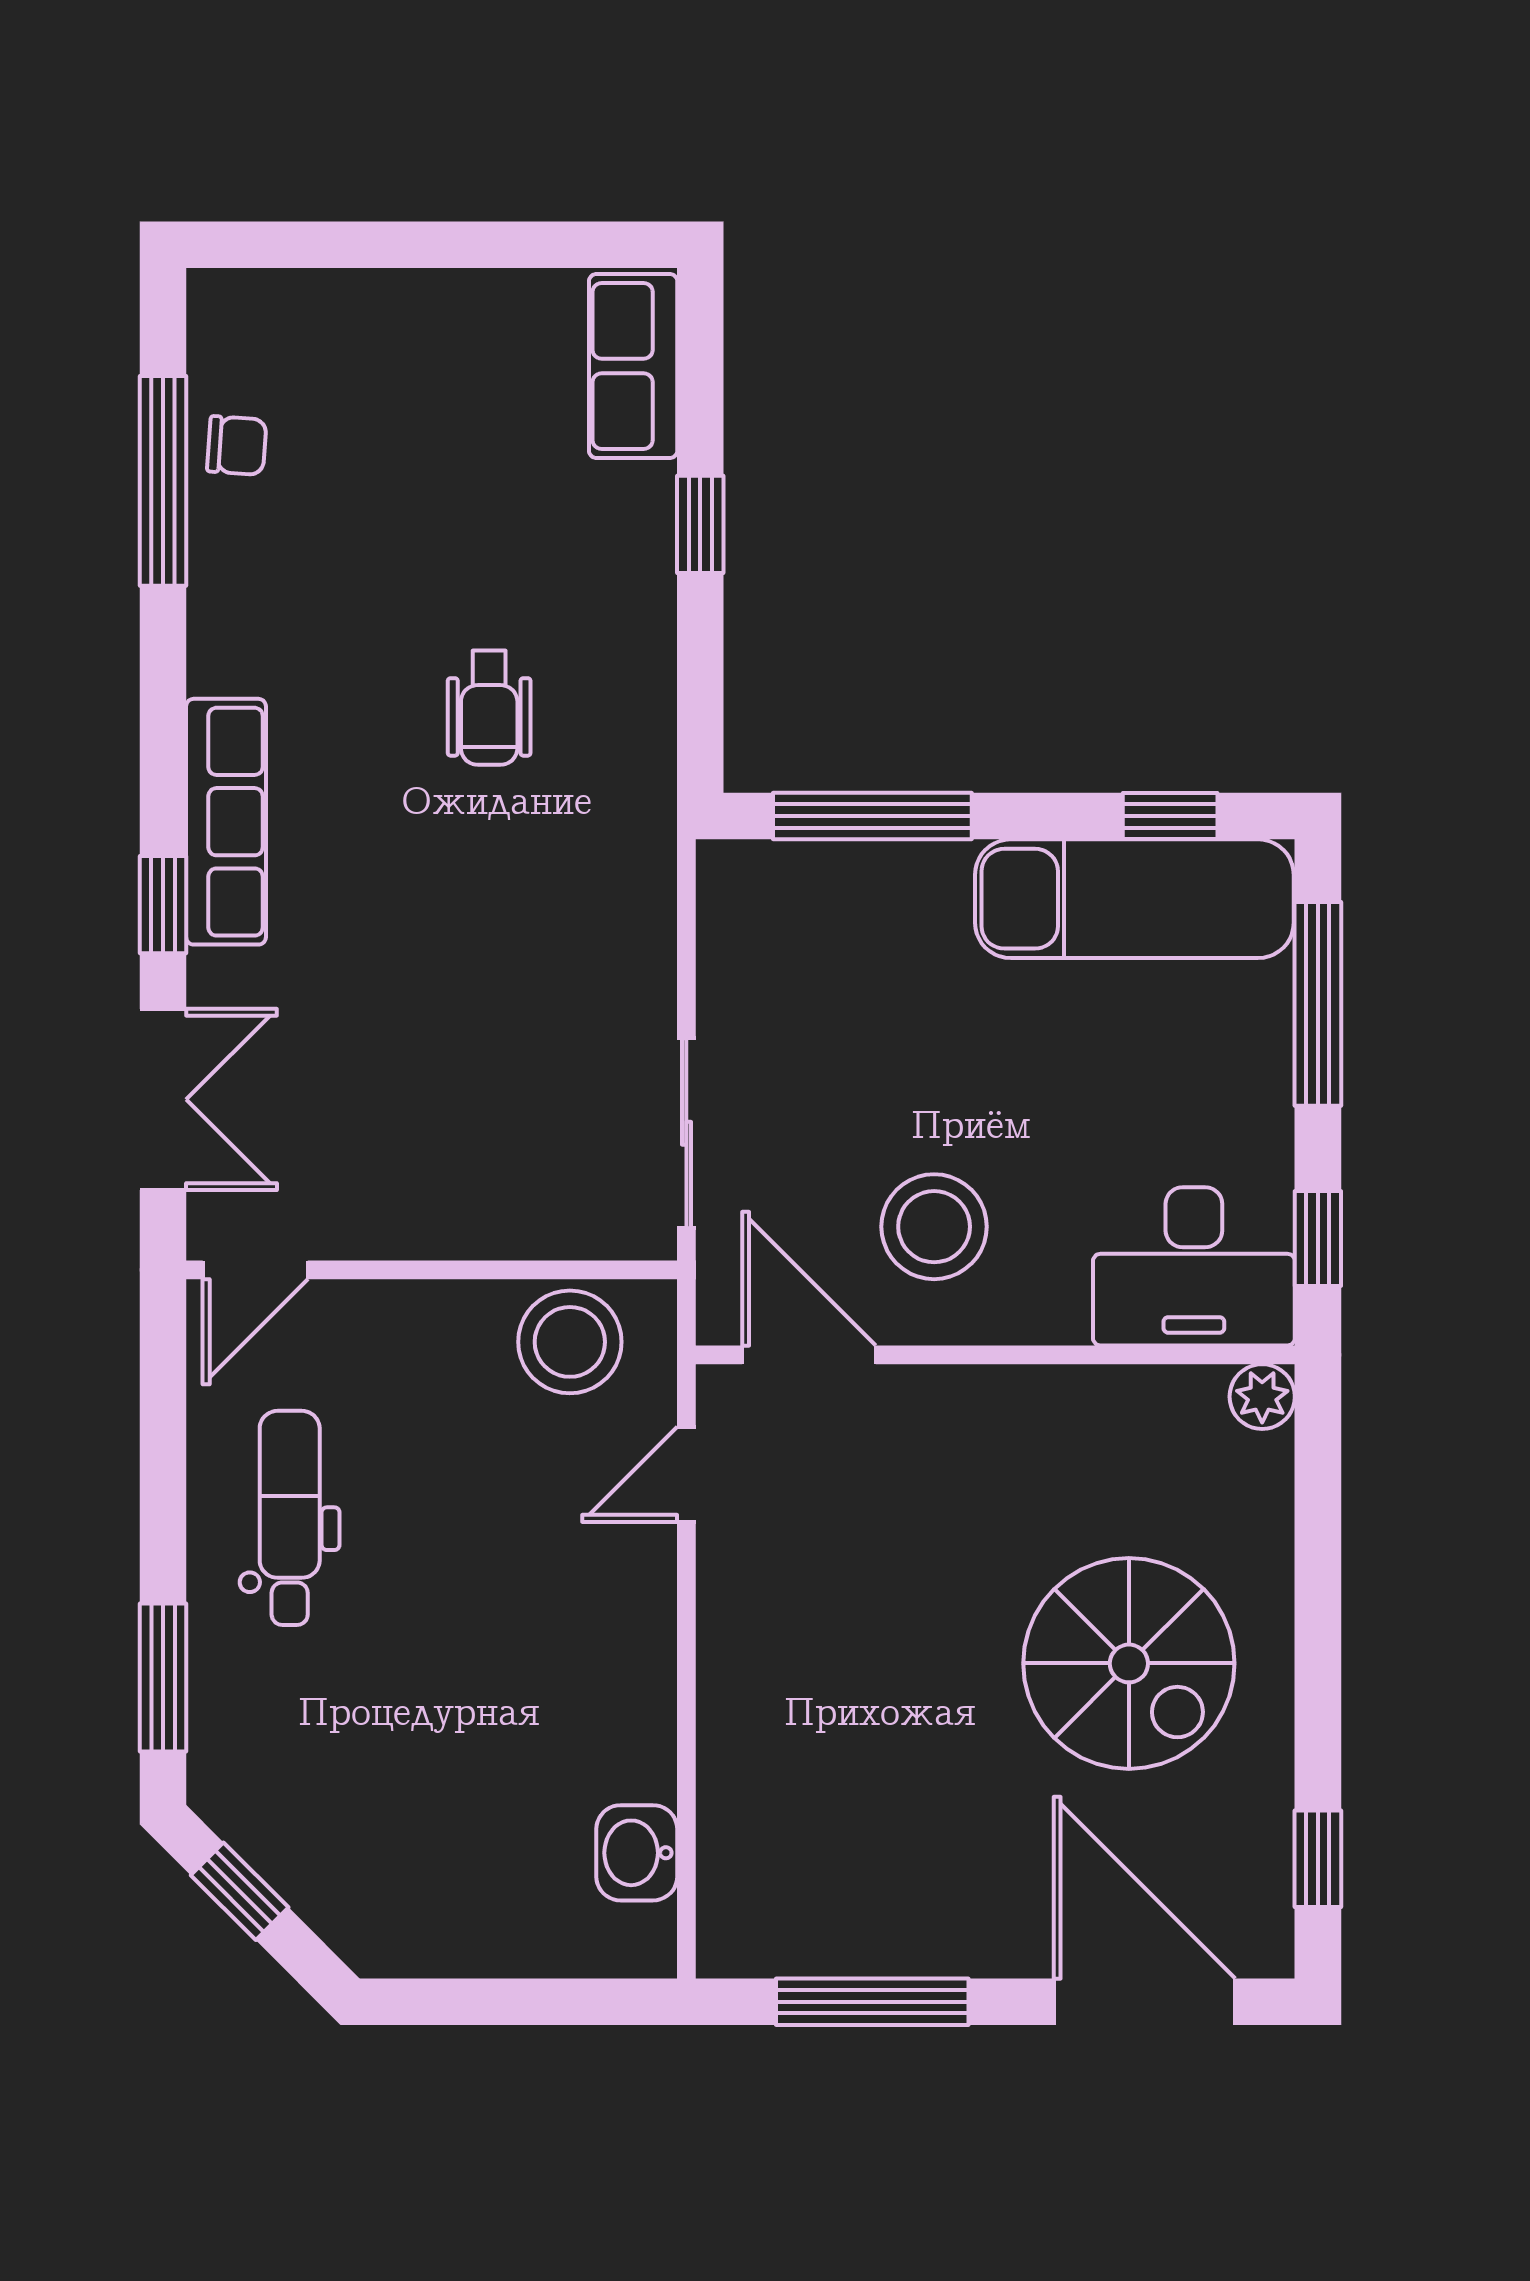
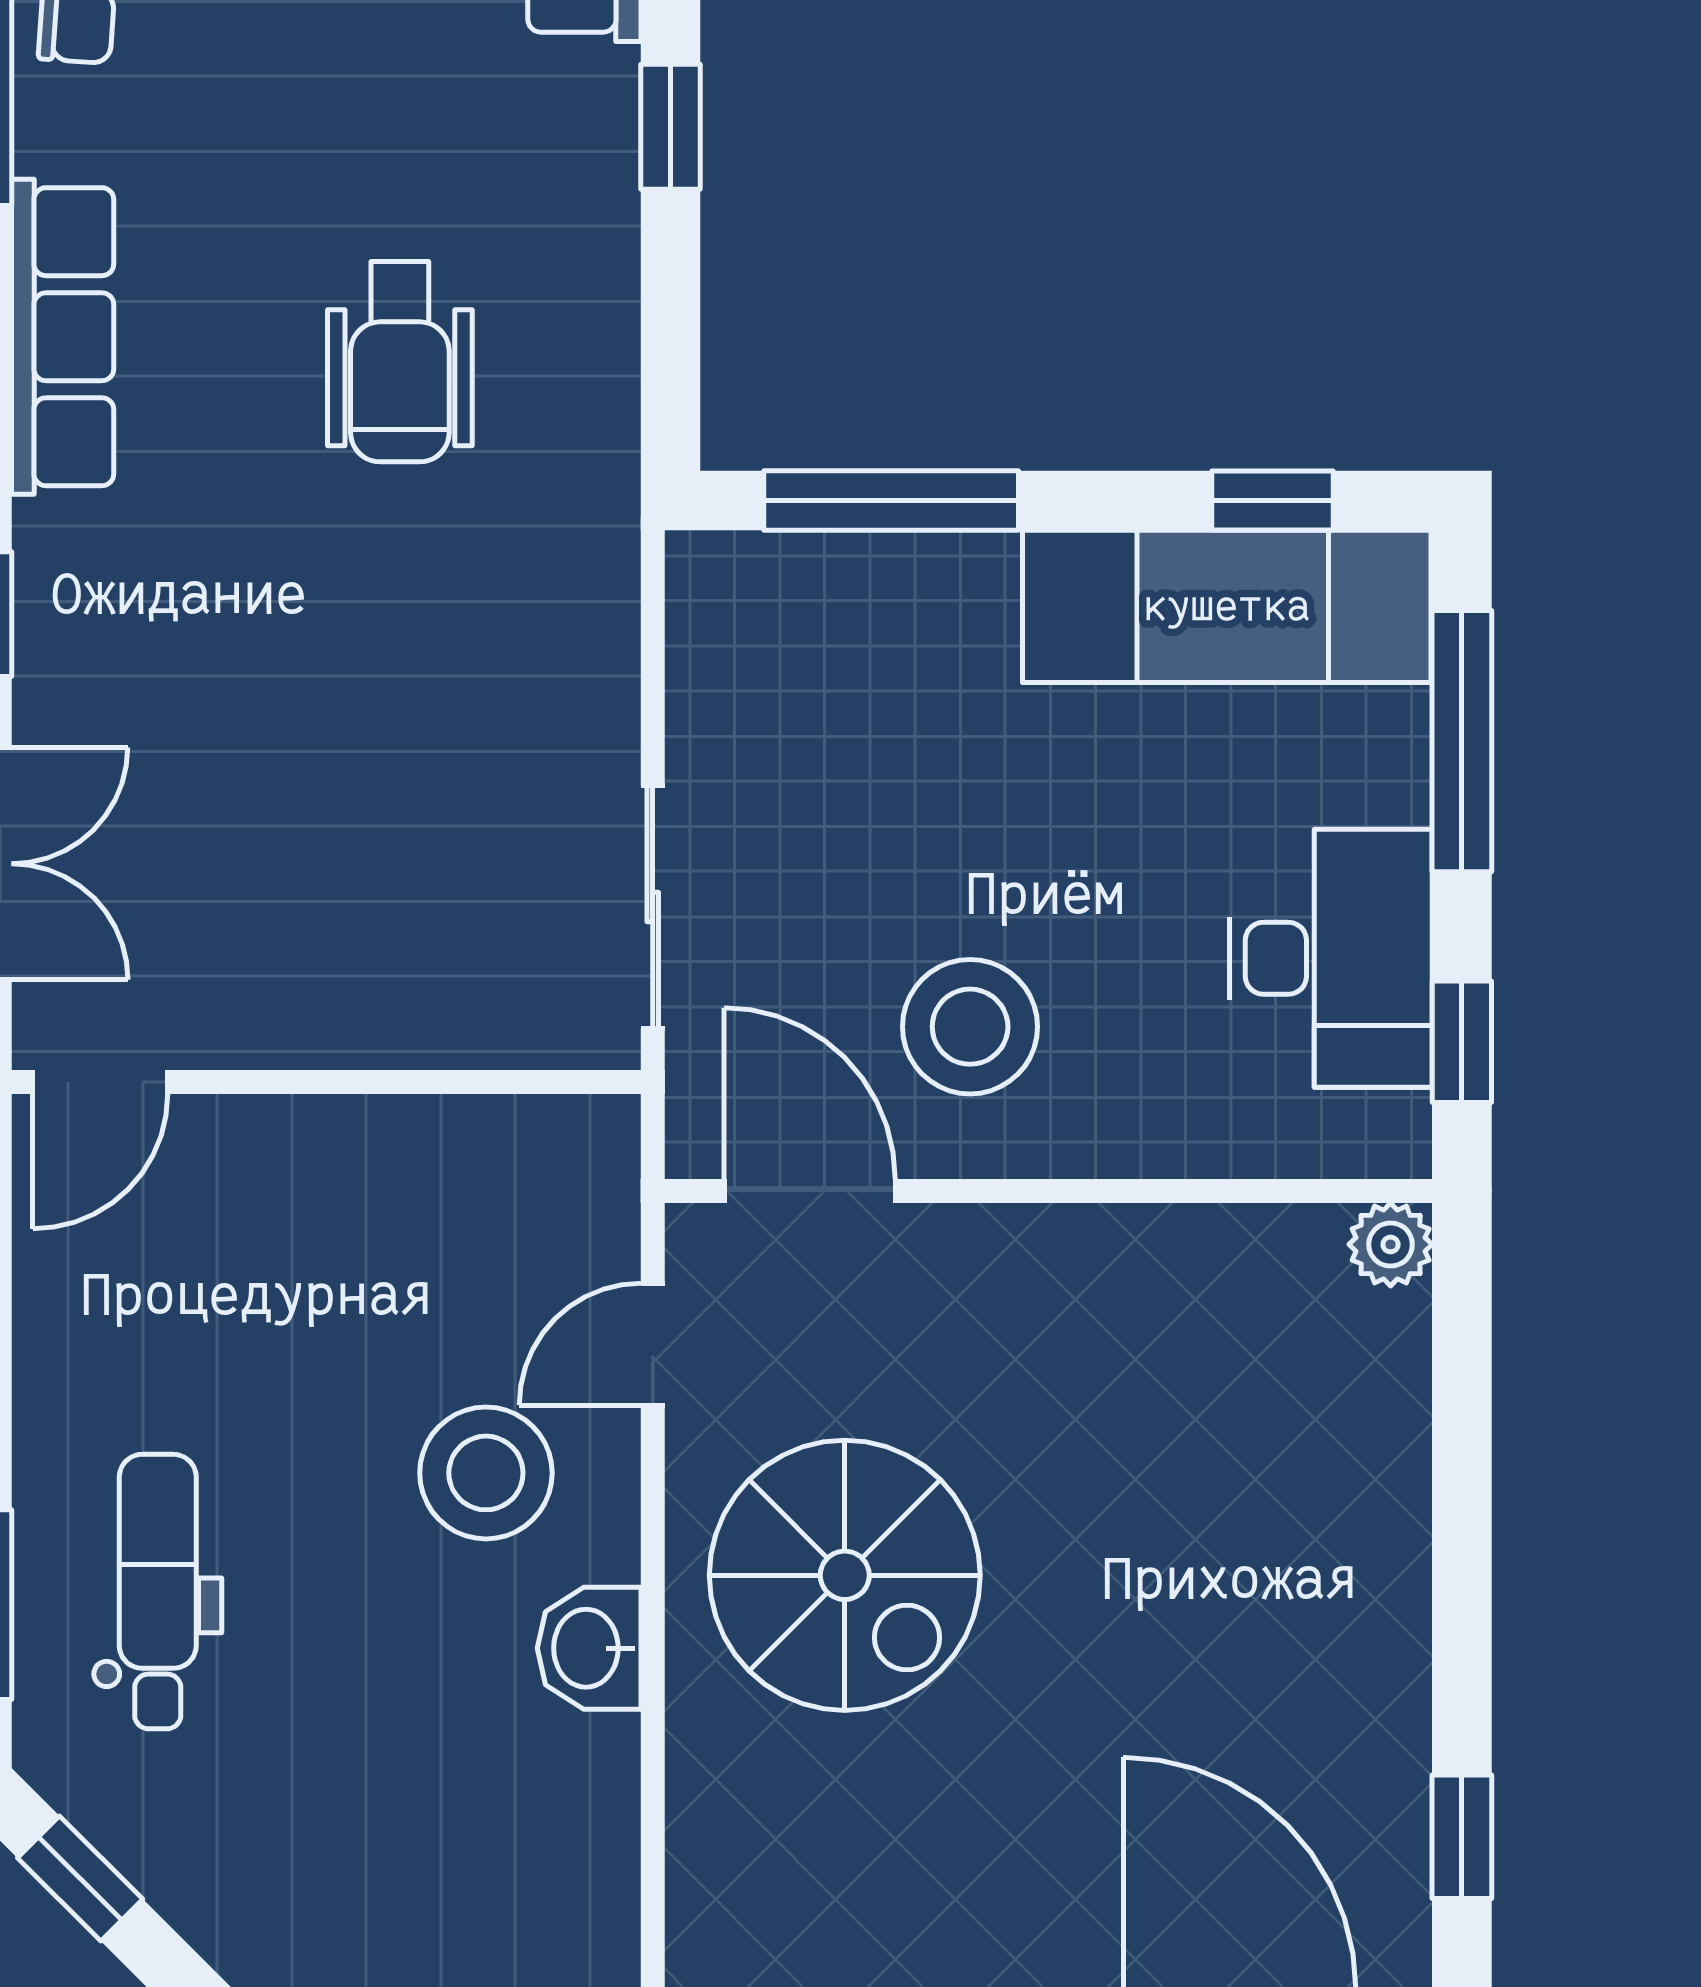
wheelchair: (489, 708) -> (400, 362), width x1.36, depth x1.37
row of seats: (226, 822) -> (63, 337), moved
desk: (1194, 1266) -> (1331, 958), moved, turned -90
stool: (570, 1342) -> (486, 1473), moved
dental chair: (290, 1518) -> (158, 1592), moved
spiral stairs: (1129, 1663) -> (845, 1575), moved
washbasin: (637, 1853) -> (589, 1648), moved

